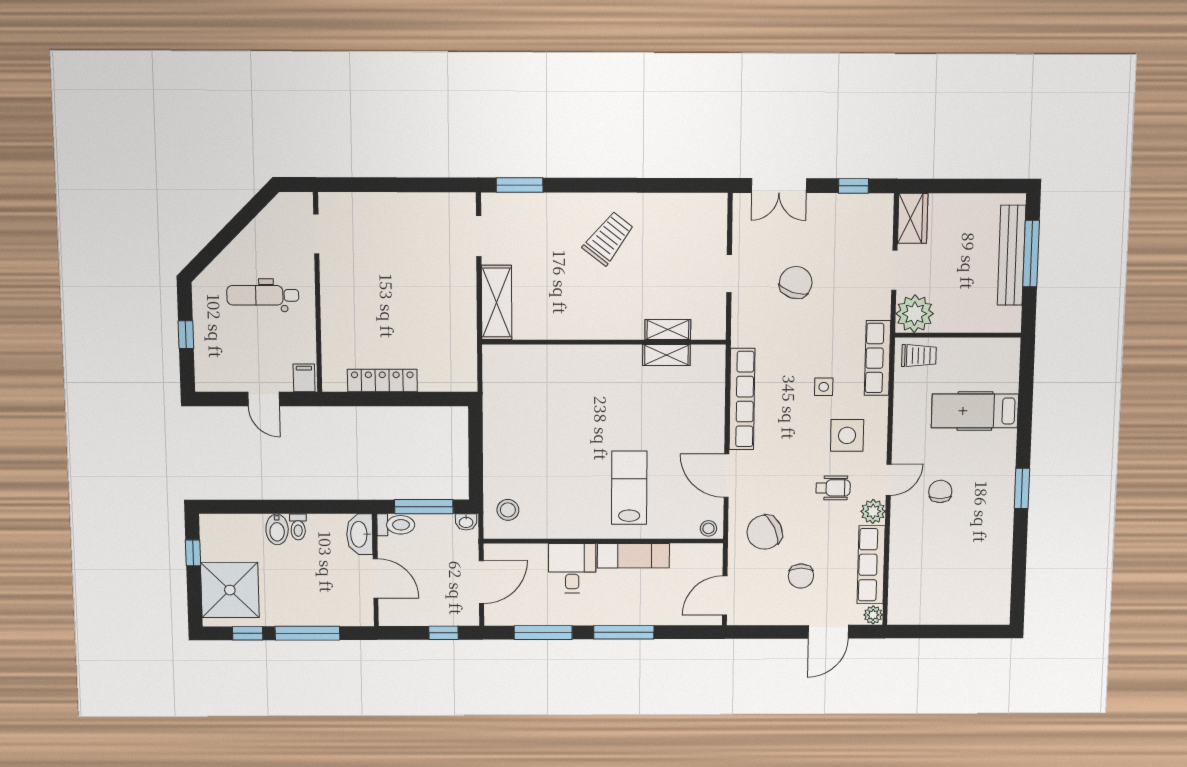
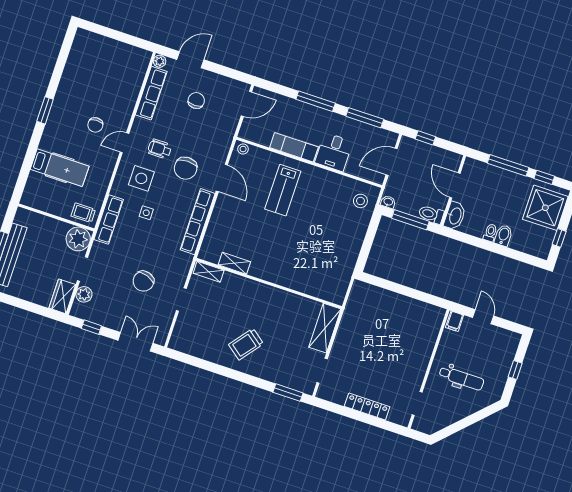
shelving: (668, 330) -> (209, 272), moved
locker: (382, 381) -> (367, 407), moved, turned 180
plant: (873, 511) -> (84, 294), moved
chair: (765, 532) -> (186, 168), moved, turned 115

